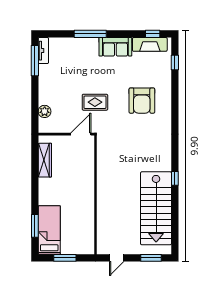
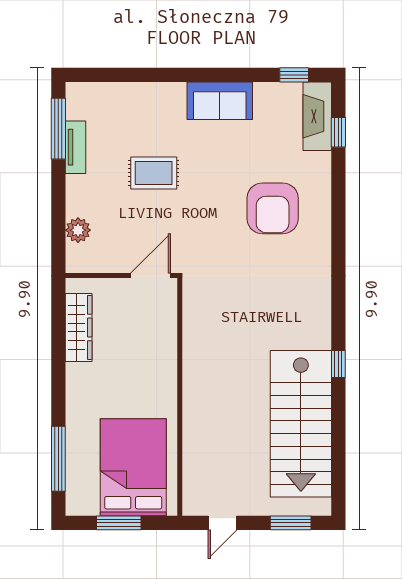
window: (90, 34) -> (169, 75), removed
fireplace: (150, 44) -> (317, 116), moved, turned 90
tv unit: (43, 51) -> (76, 147), moved
rug: (95, 102) -> (154, 173), moved
window: (35, 226) -> (58, 459), width x1.44
bed: (49, 230) -> (133, 467), moved, width x1.50

